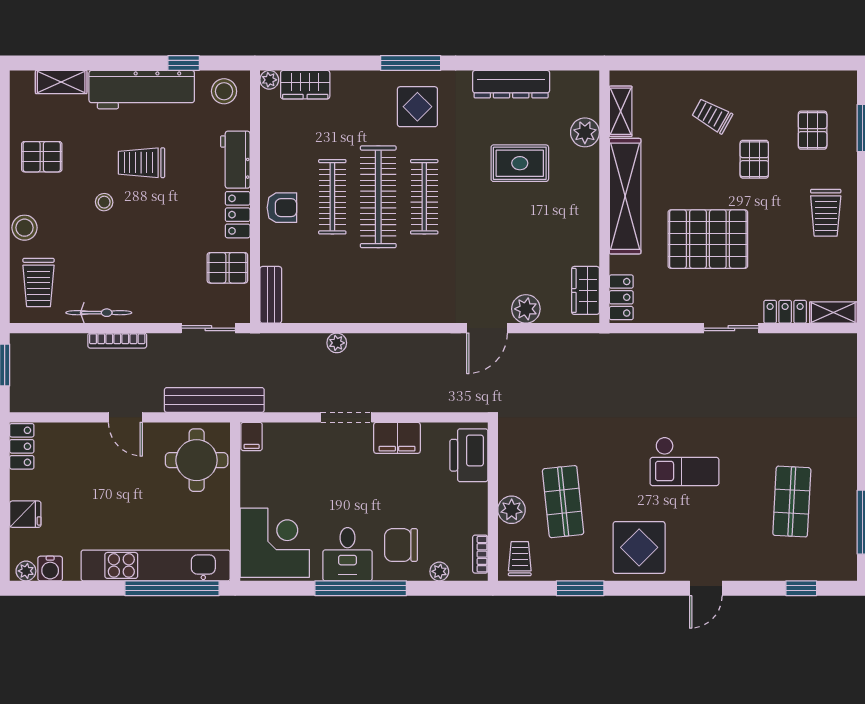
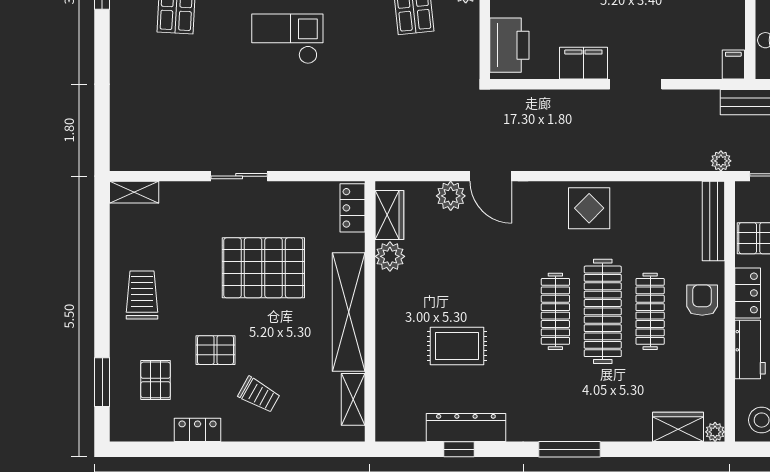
window: (518, 63) -> (459, 449), added
display table: (417, 107) -> (589, 208), moved
plant: (585, 132) -> (390, 256), moved
pallet: (754, 159) -> (215, 350), turned 90
armchair: (282, 208) -> (702, 300), turned 90
bench: (271, 295) -> (714, 221), width x1.36
locker: (785, 312) -> (198, 430), moved, turned 180
door: (487, 328) -> (491, 176), swing flipped
plant: (337, 343) -> (721, 161), moved

